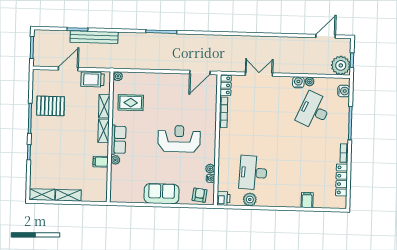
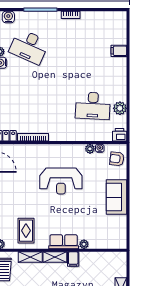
reception desk: (179, 139) -> (61, 181), turned -90
filing cabinet: (101, 162) -> (73, 259), moved
locker: (342, 180) -> (98, 17), removed

